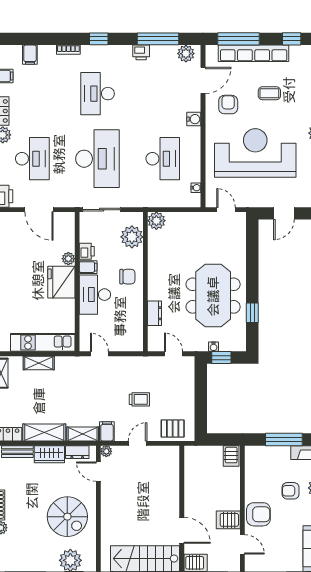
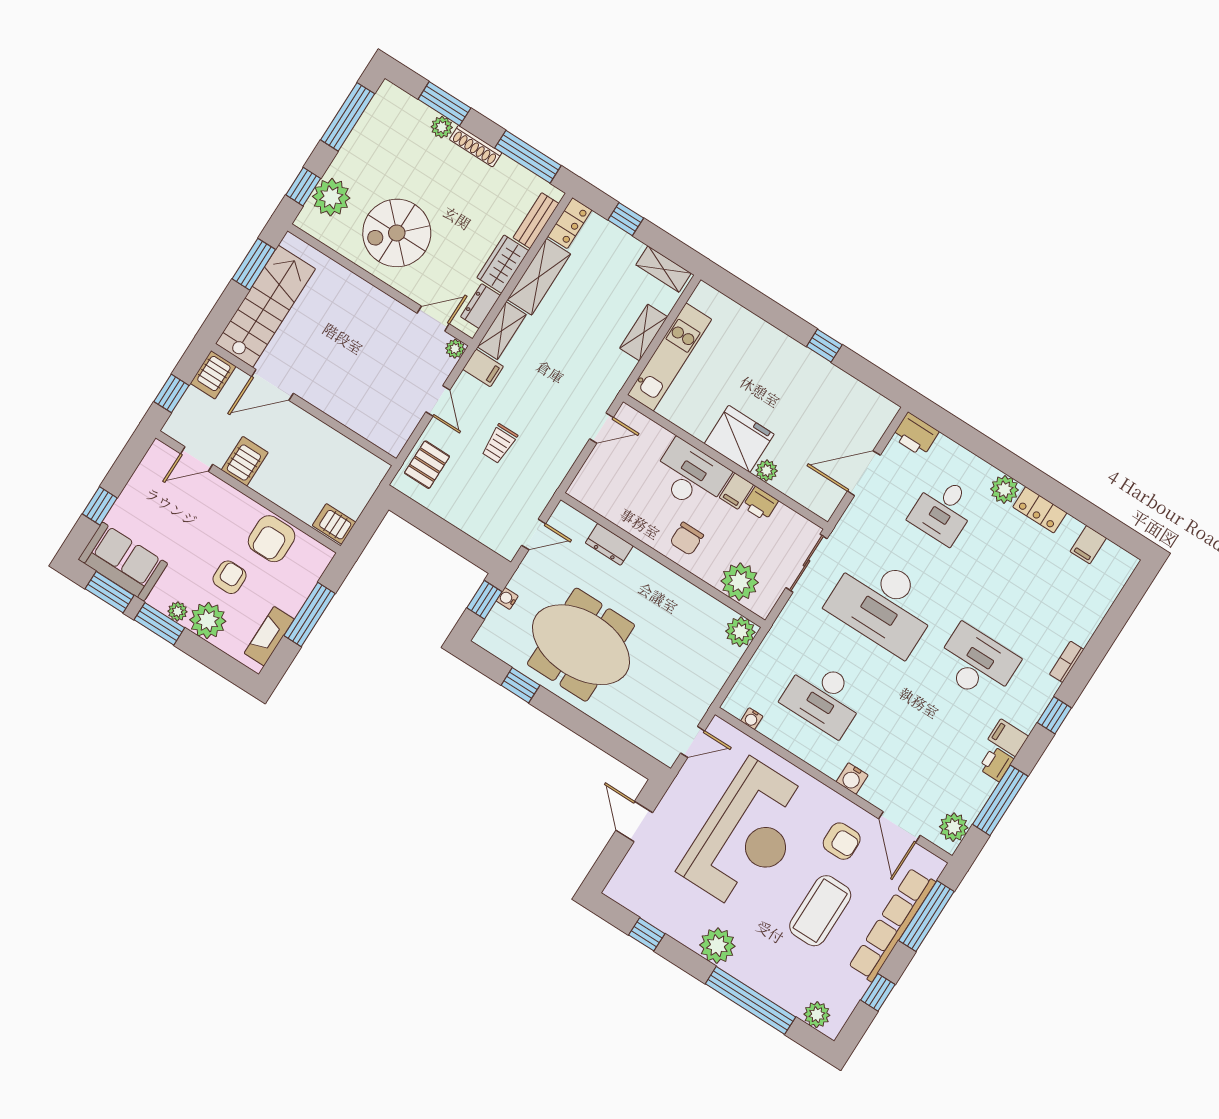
filing cabinet: (30, 55) -> (1008, 738), moved
coffee table: (269, 93) -> (820, 911), width x1.86, depth x1.72
desk: (32, 159) -> (943, 510), width x0.73
armchair: (258, 514) -> (272, 539), moved

